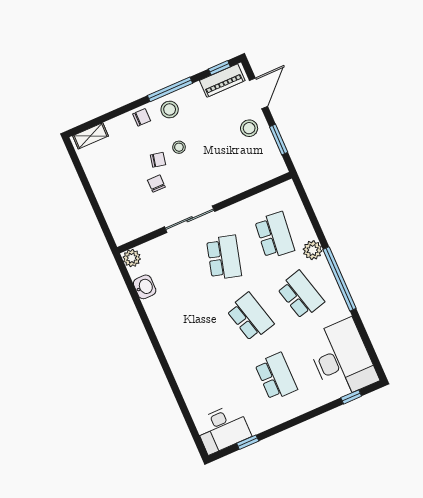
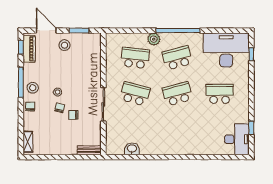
bench: (116, 228) -> (89, 150), added
plant: (132, 258) -> (111, 149), removed

